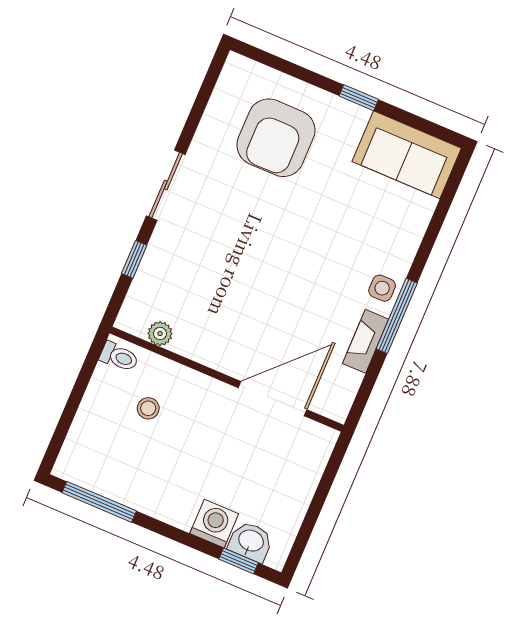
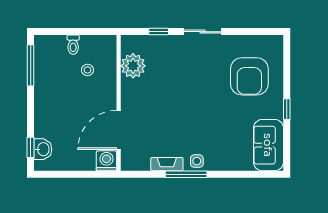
armchair: (276, 138) -> (249, 76), turned -90
plant: (160, 334) -> (133, 66), width x1.87, depth x1.87
toilet: (119, 357) -> (73, 45), moved
door: (273, 399) -> (119, 130), swing flipped
washing machine: (214, 524) -> (107, 161), moved, turned -90

